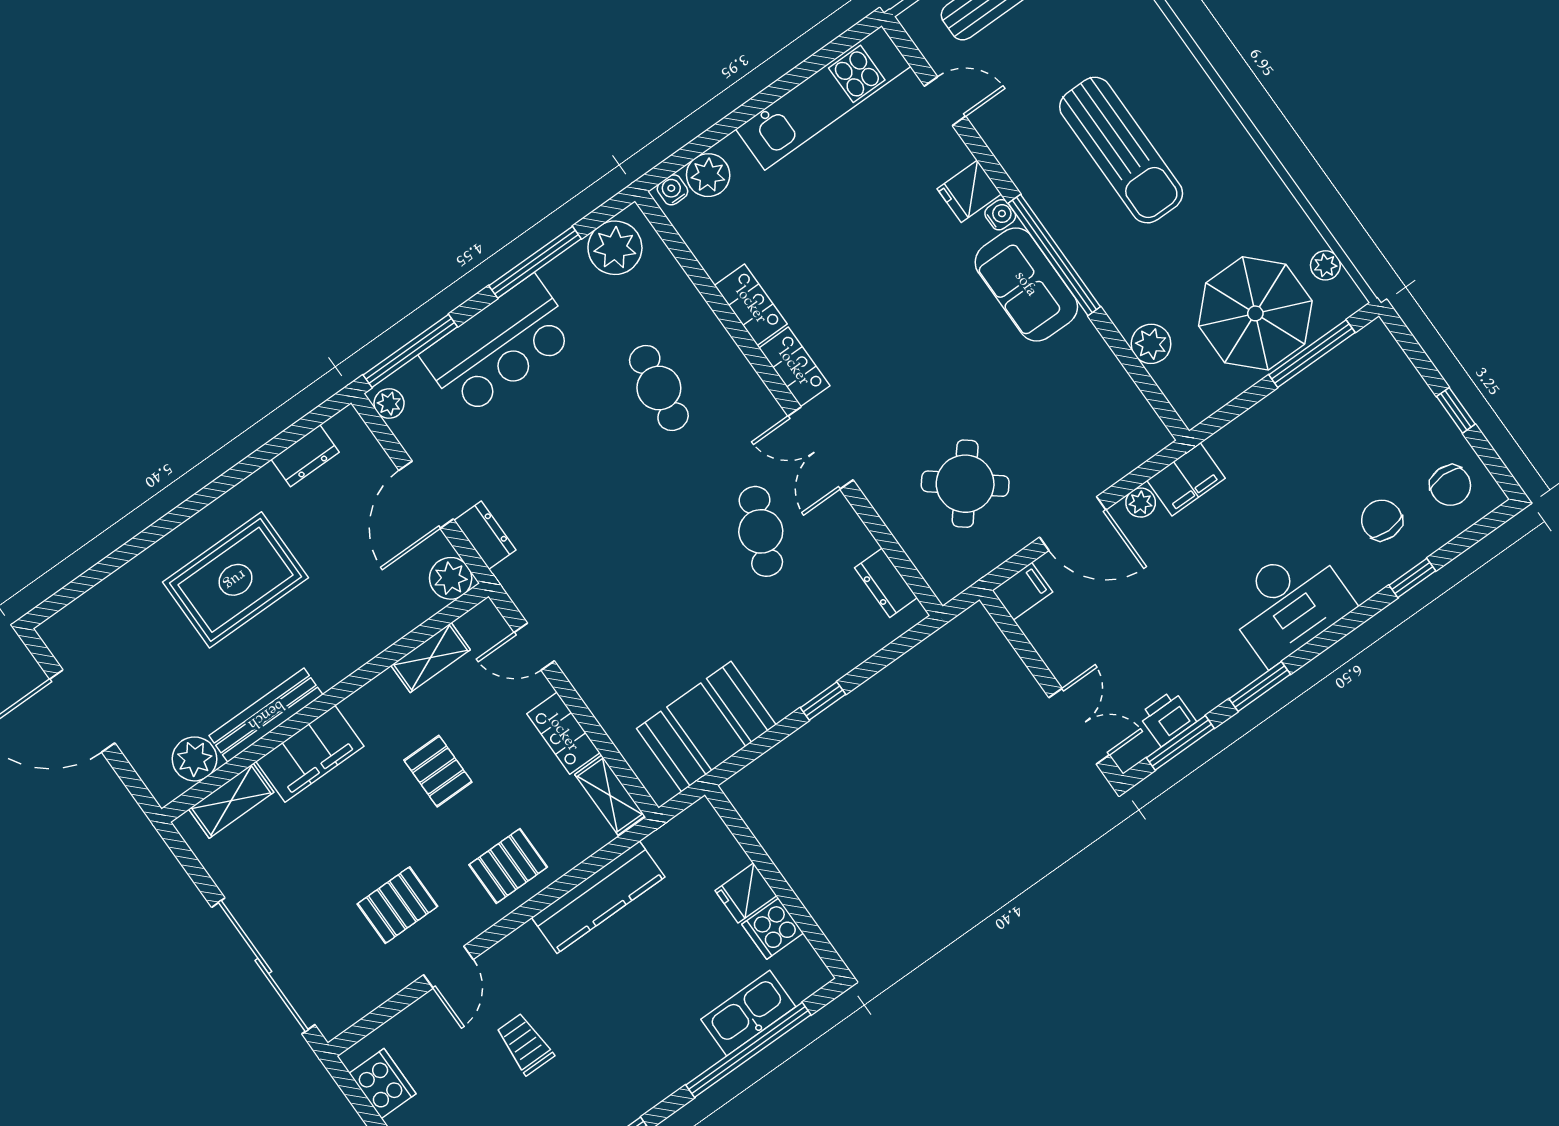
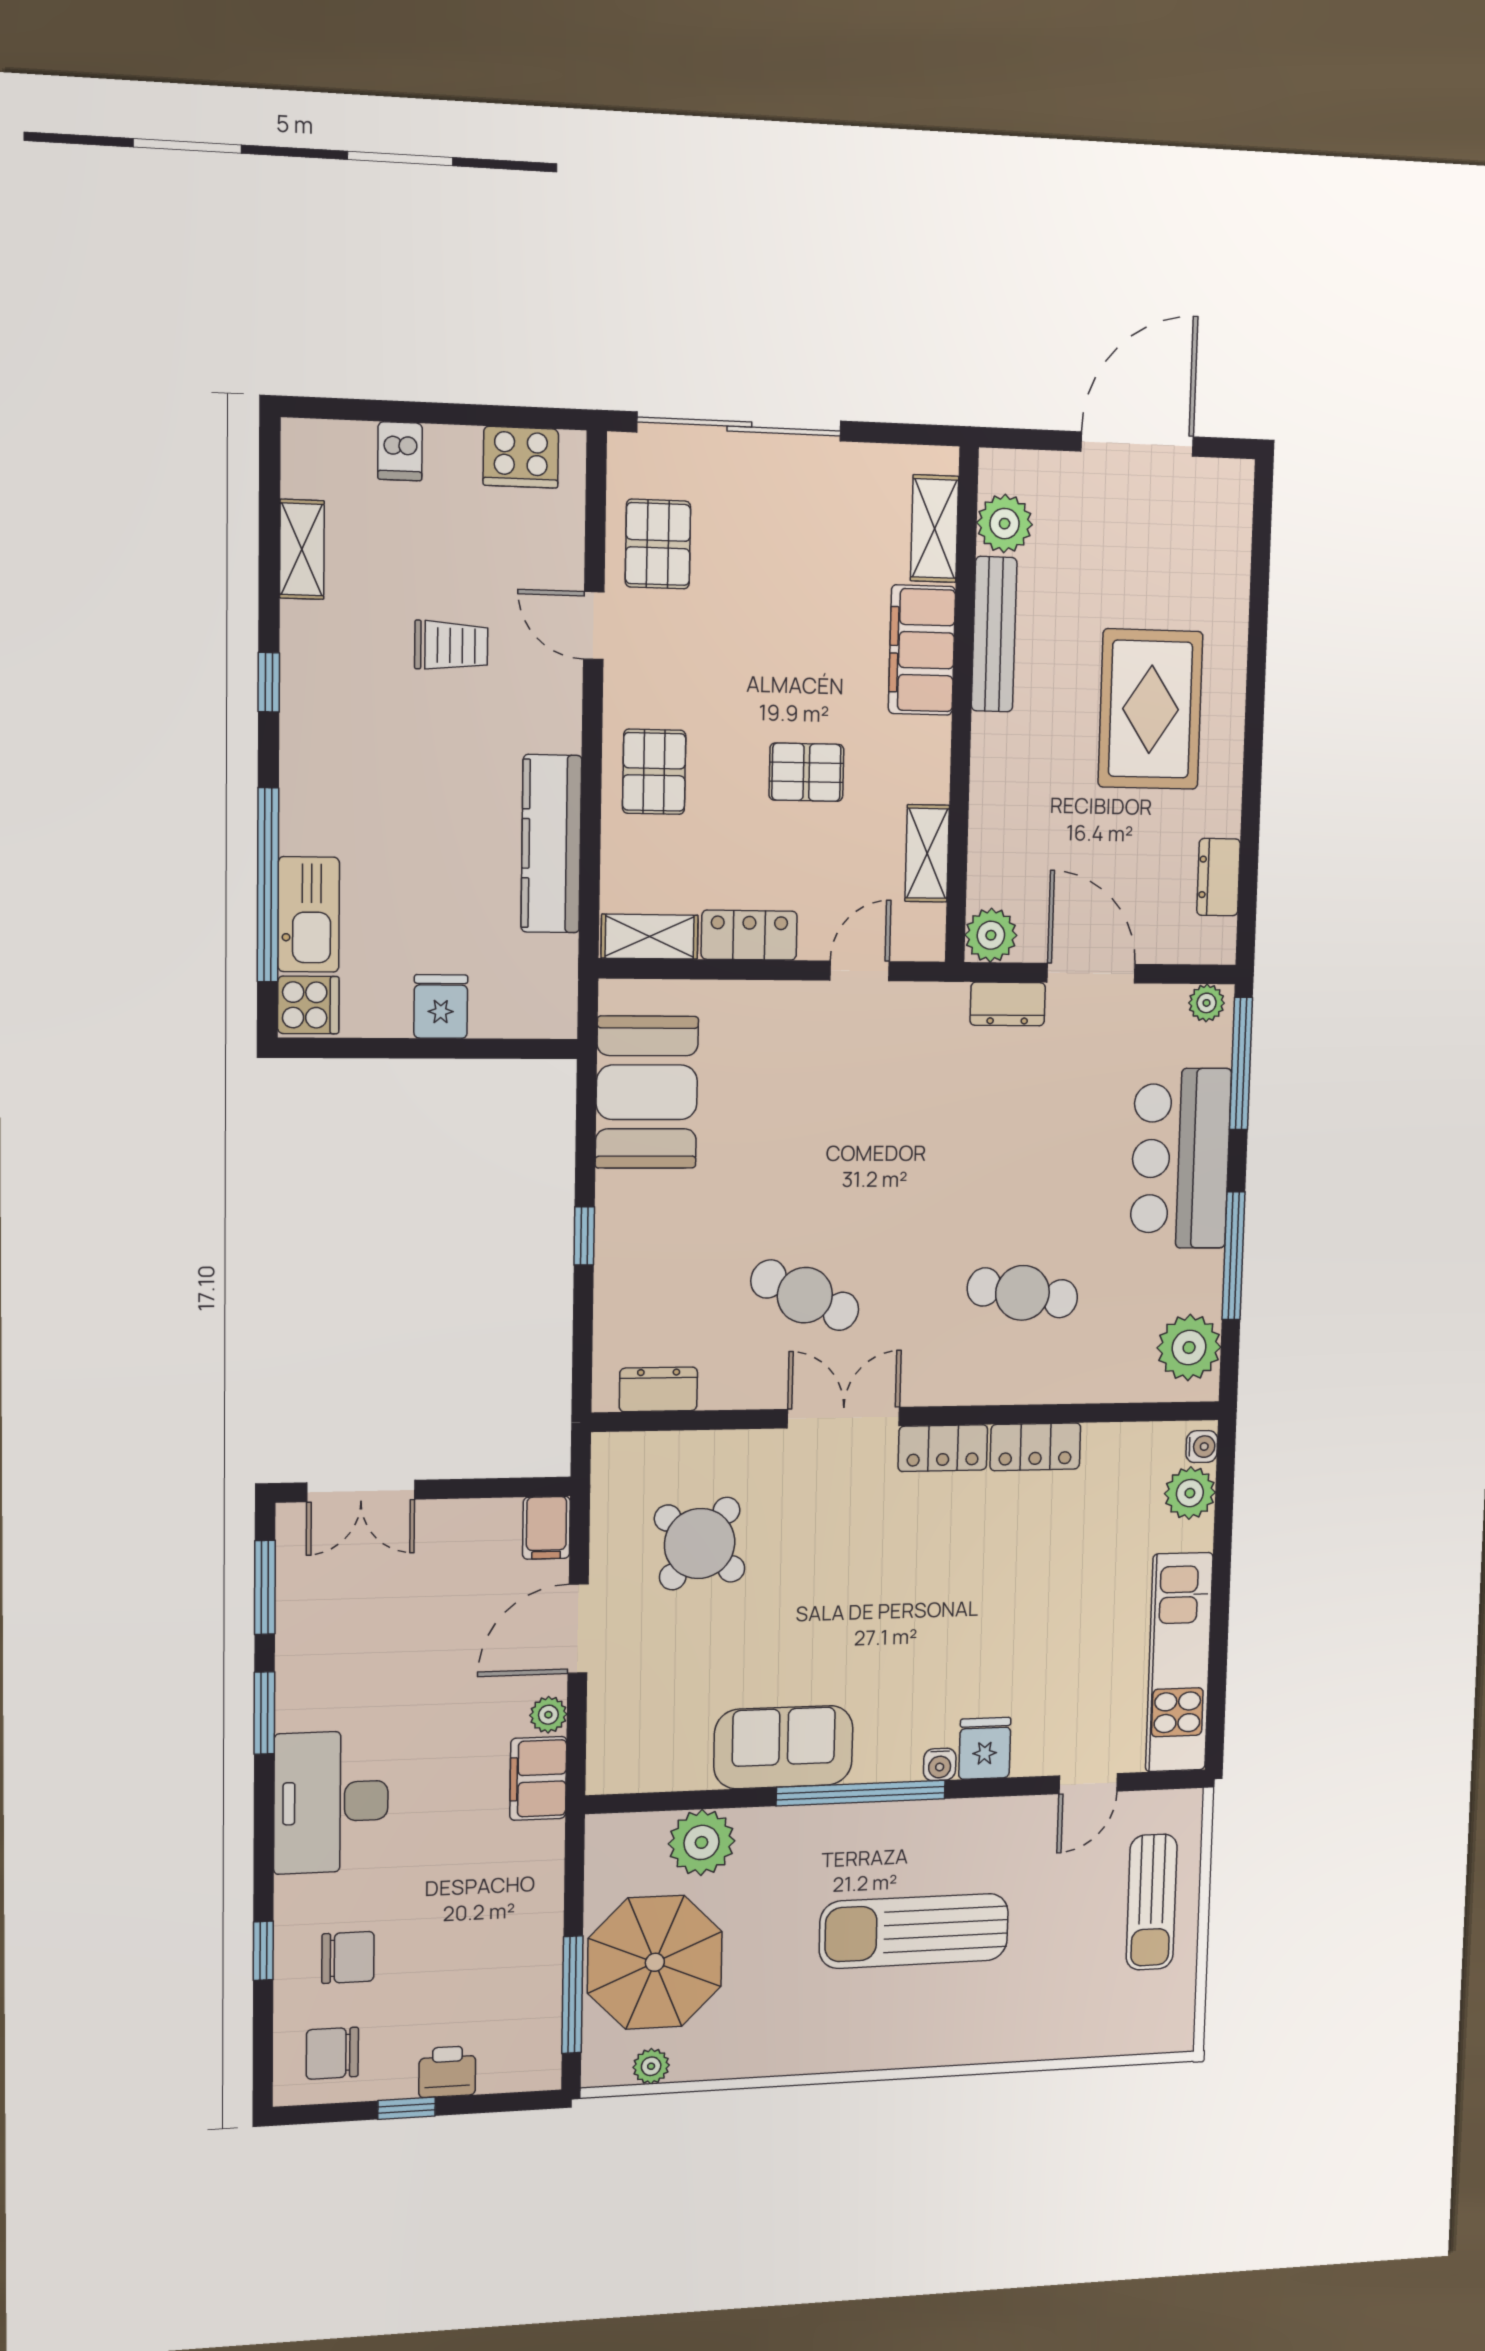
sofa: (1026, 284) -> (783, 1747), moved
plant: (1151, 344) -> (701, 1842), width x1.36, depth x1.36
printer: (1167, 718) -> (447, 2072), moved, turned -90
pallet: (397, 905) -> (658, 544), moved
cooker: (773, 929) -> (308, 1005), moved, turned 90

